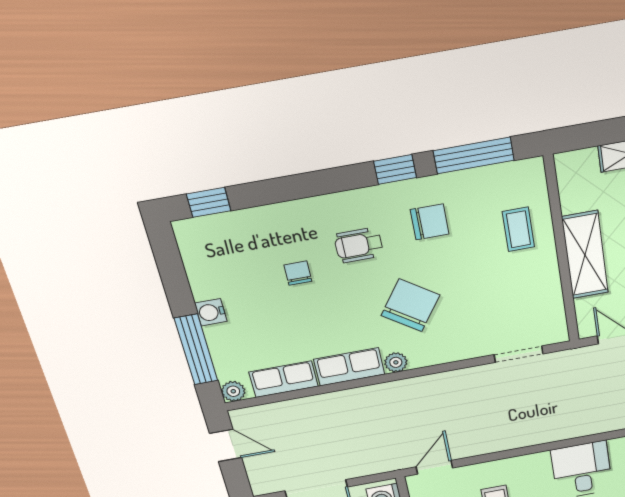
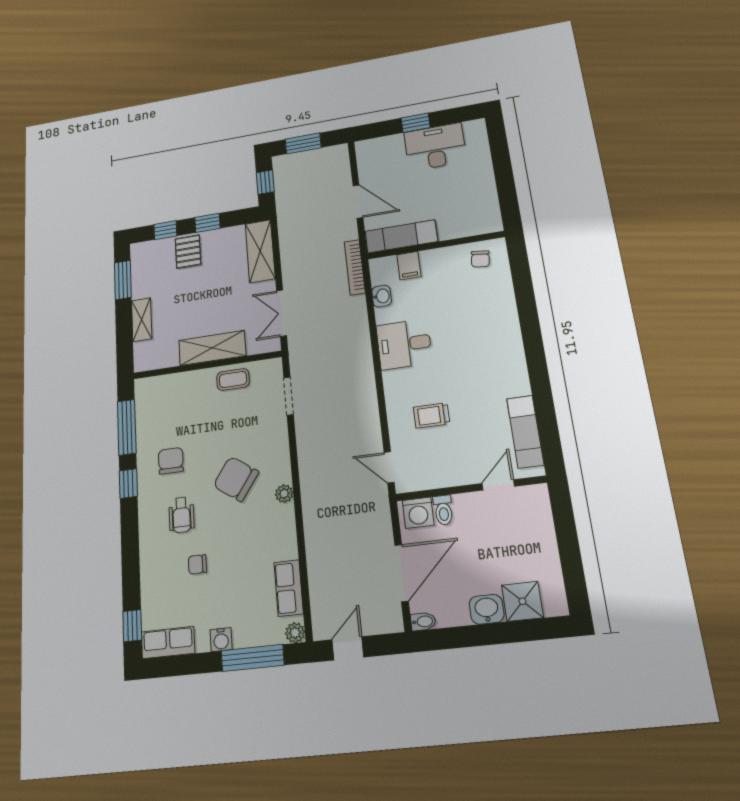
coffee table: (518, 229) -> (233, 379), moved
row of seats: (349, 367) -> (168, 643), moved, turned 90

